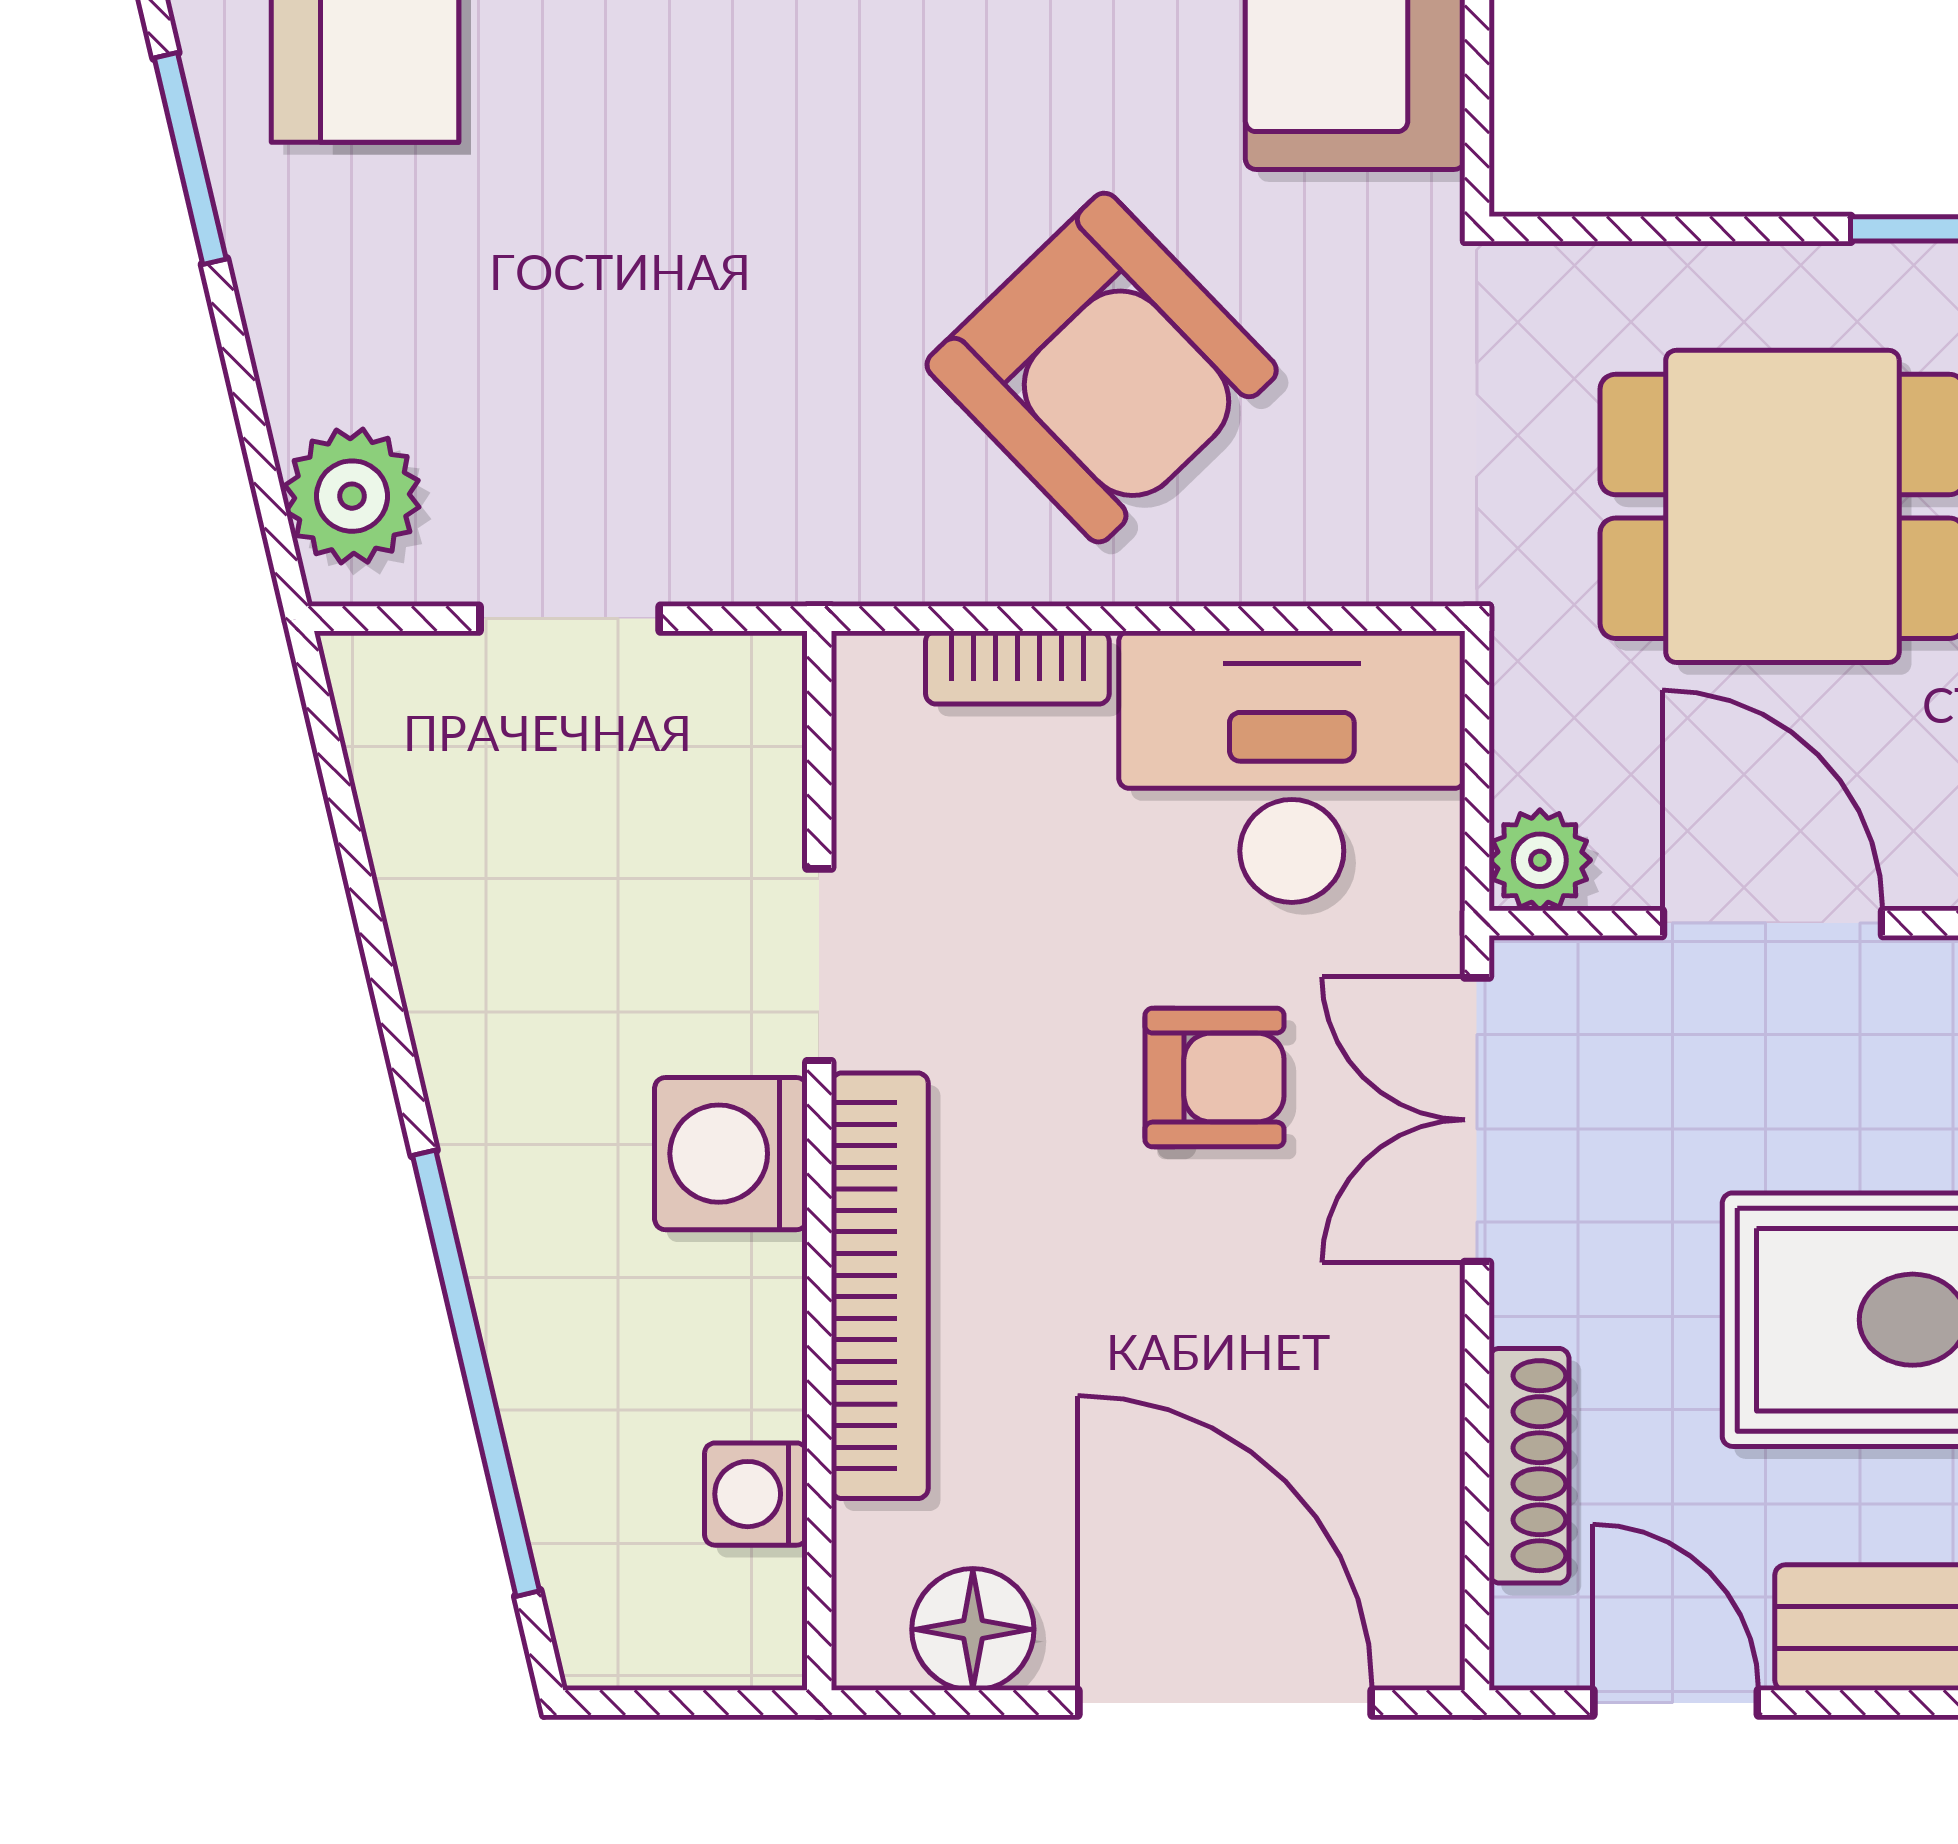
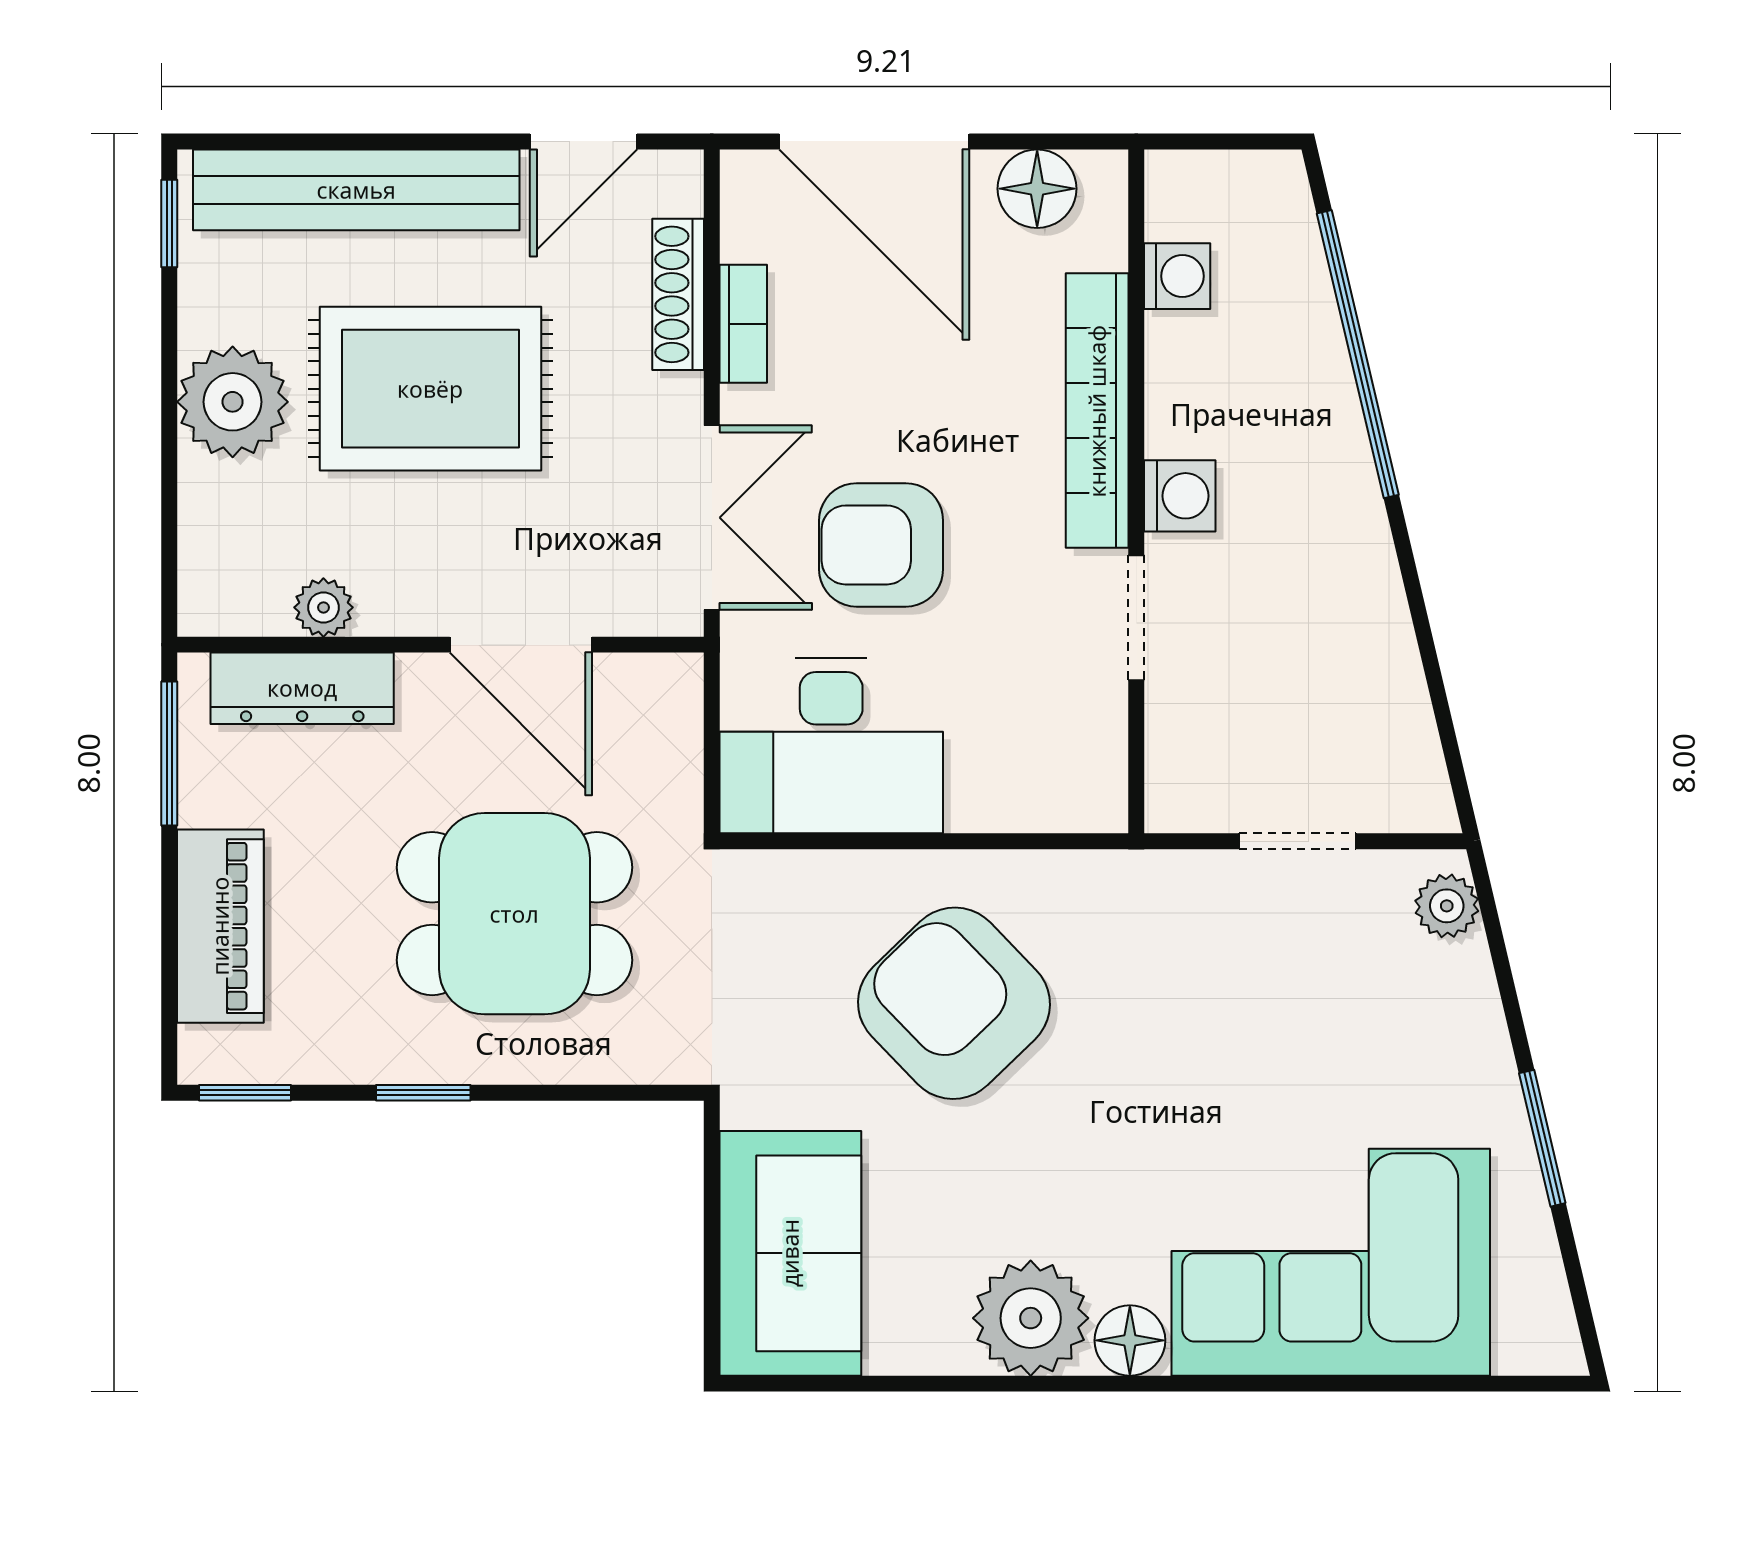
plant: (352, 496) -> (1447, 906), width x0.73, depth x0.73
bookcase: (1017, 668) -> (743, 324), moved, turned 90
plant: (1540, 860) -> (671, 685), removed
armchair: (1215, 1078) -> (881, 545), width x1.38, depth x1.38
washing machine: (731, 1154) -> (1180, 496), width x0.73, depth x0.73
door: (1676, 1703) -> (583, 141), hinge flipped

